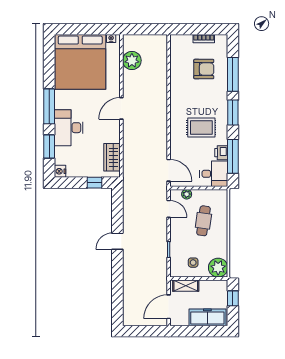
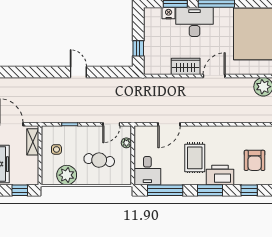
window: (233, 74) -> (249, 190), width x0.46
door: (121, 108) -> (214, 76), hinge flipped
printer: (221, 153) -> (220, 175), moved, width x1.87, depth x1.48
wardrobe: (112, 157) -> (186, 66), moved
door: (169, 170) -> (169, 124), moved
nightstand: (60, 171) -> (169, 13), moved
plant: (218, 268) -> (67, 175), moved

